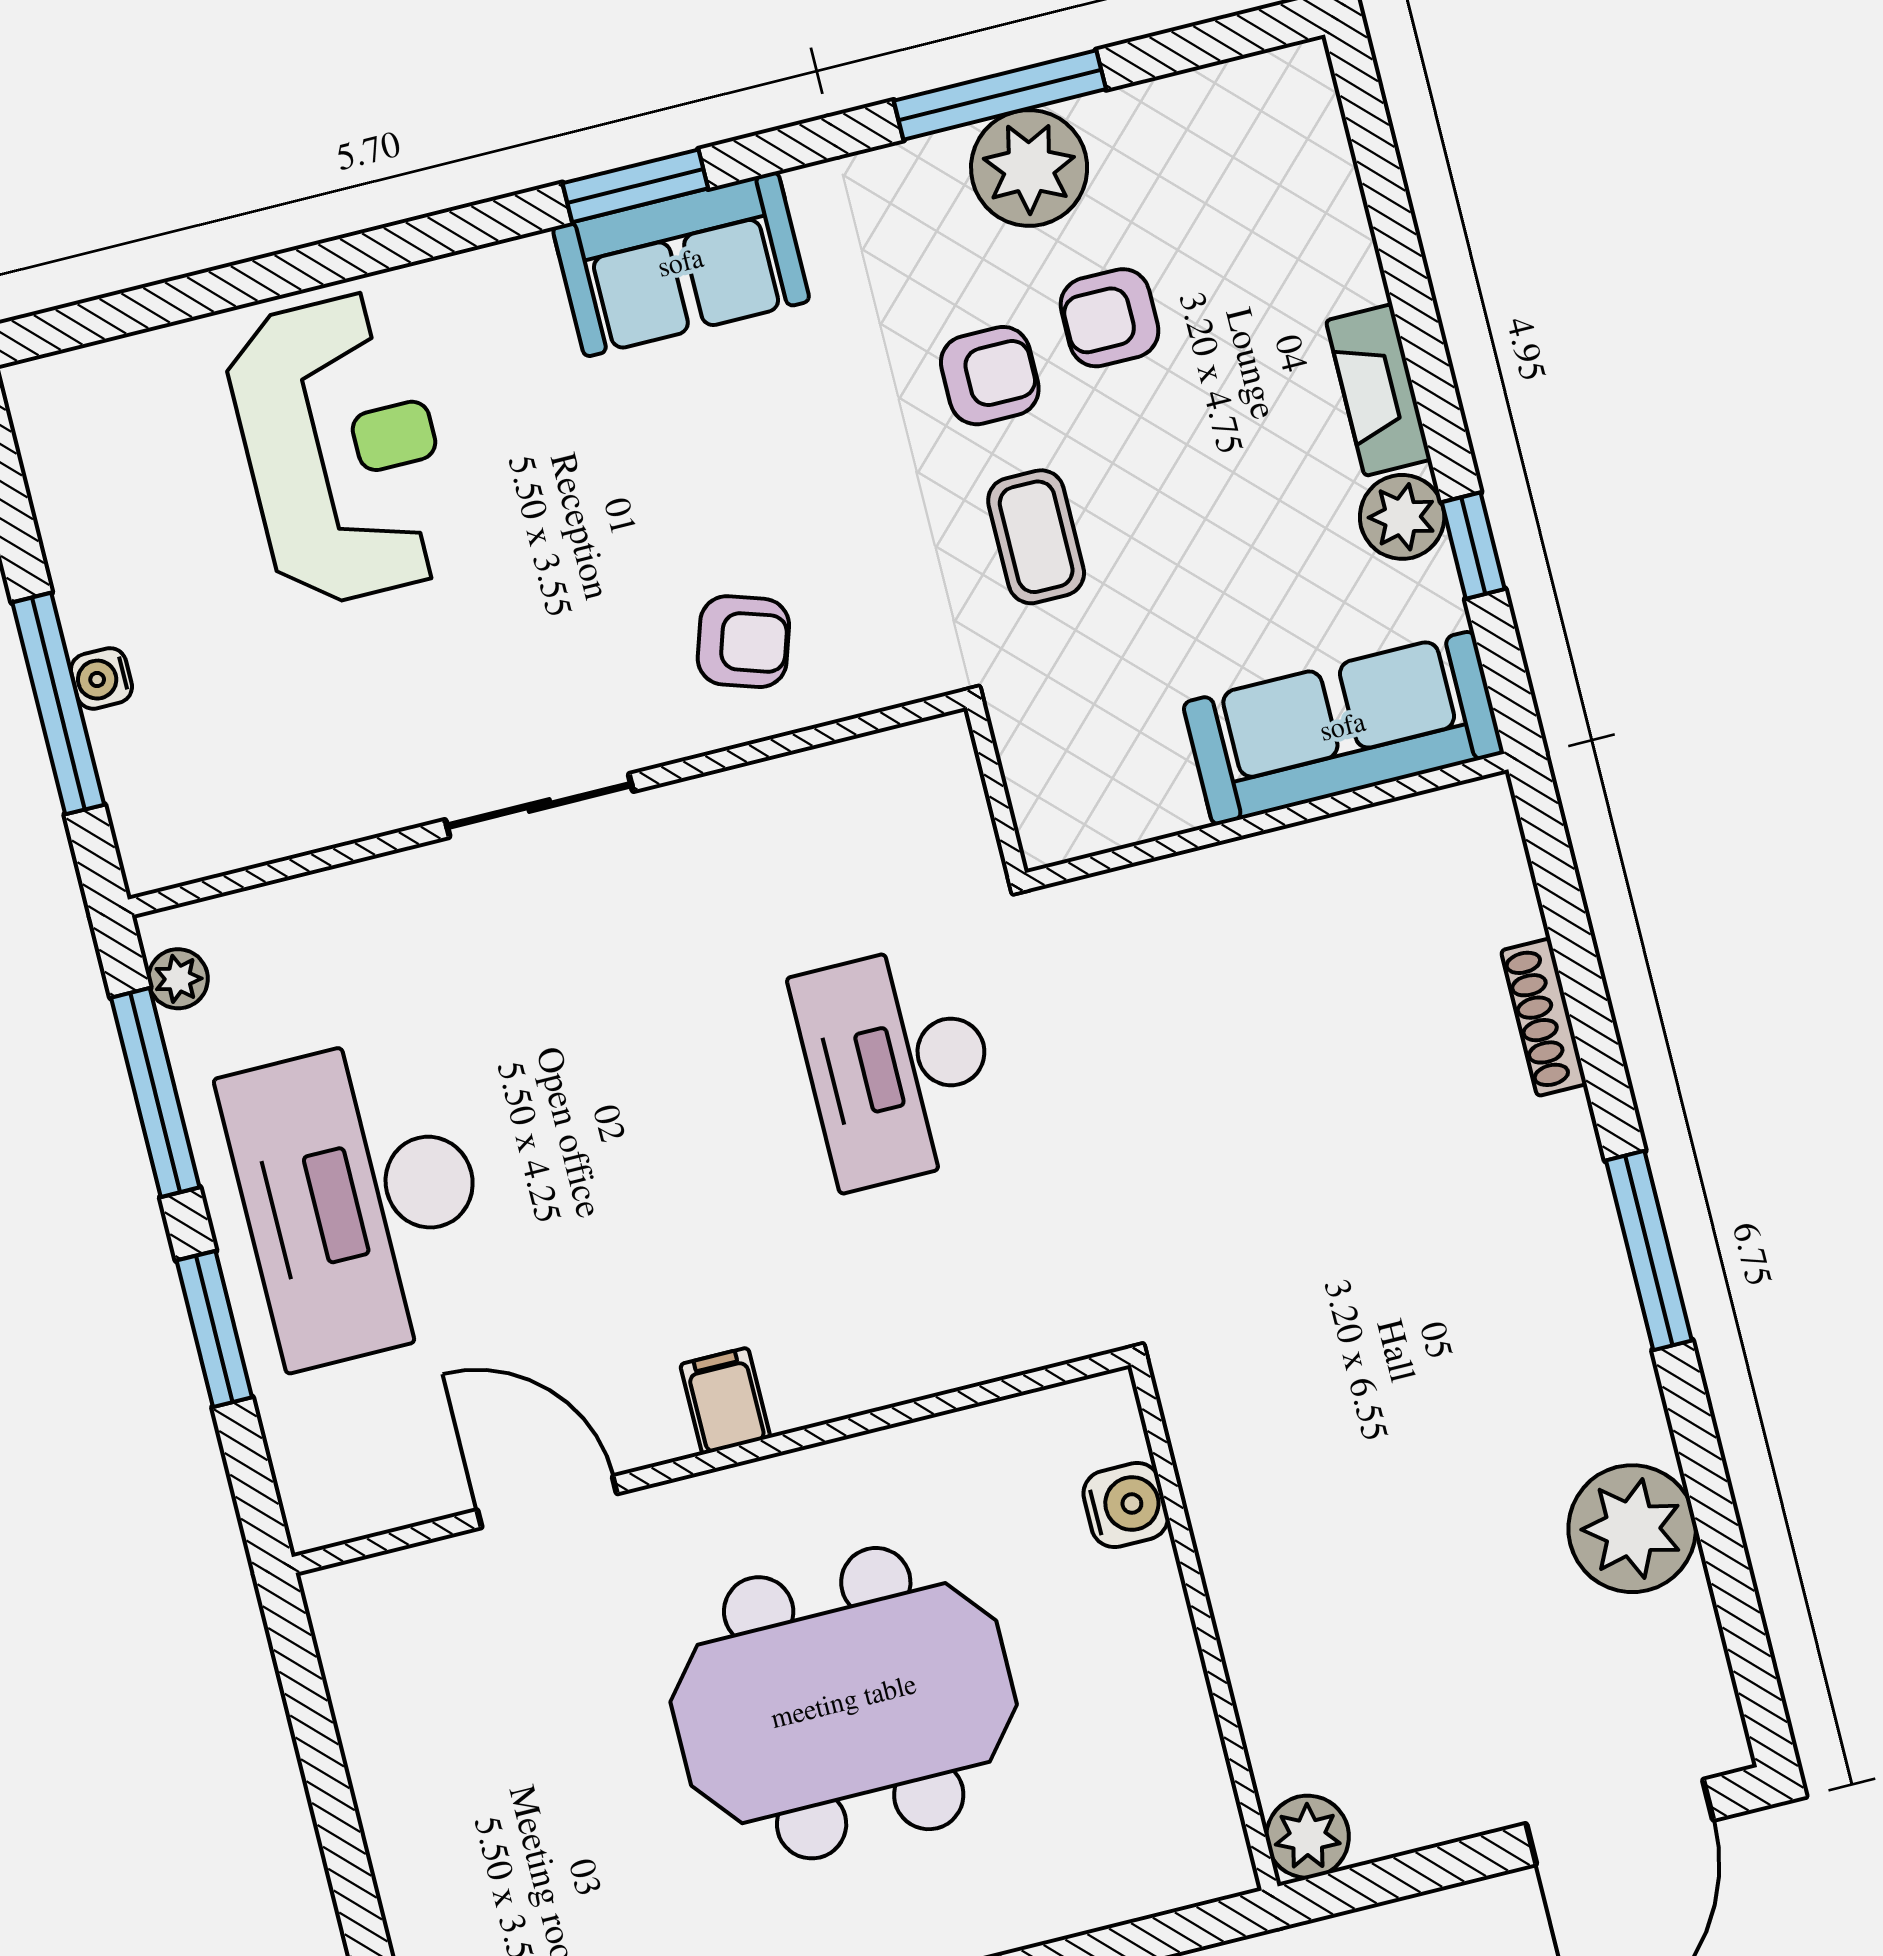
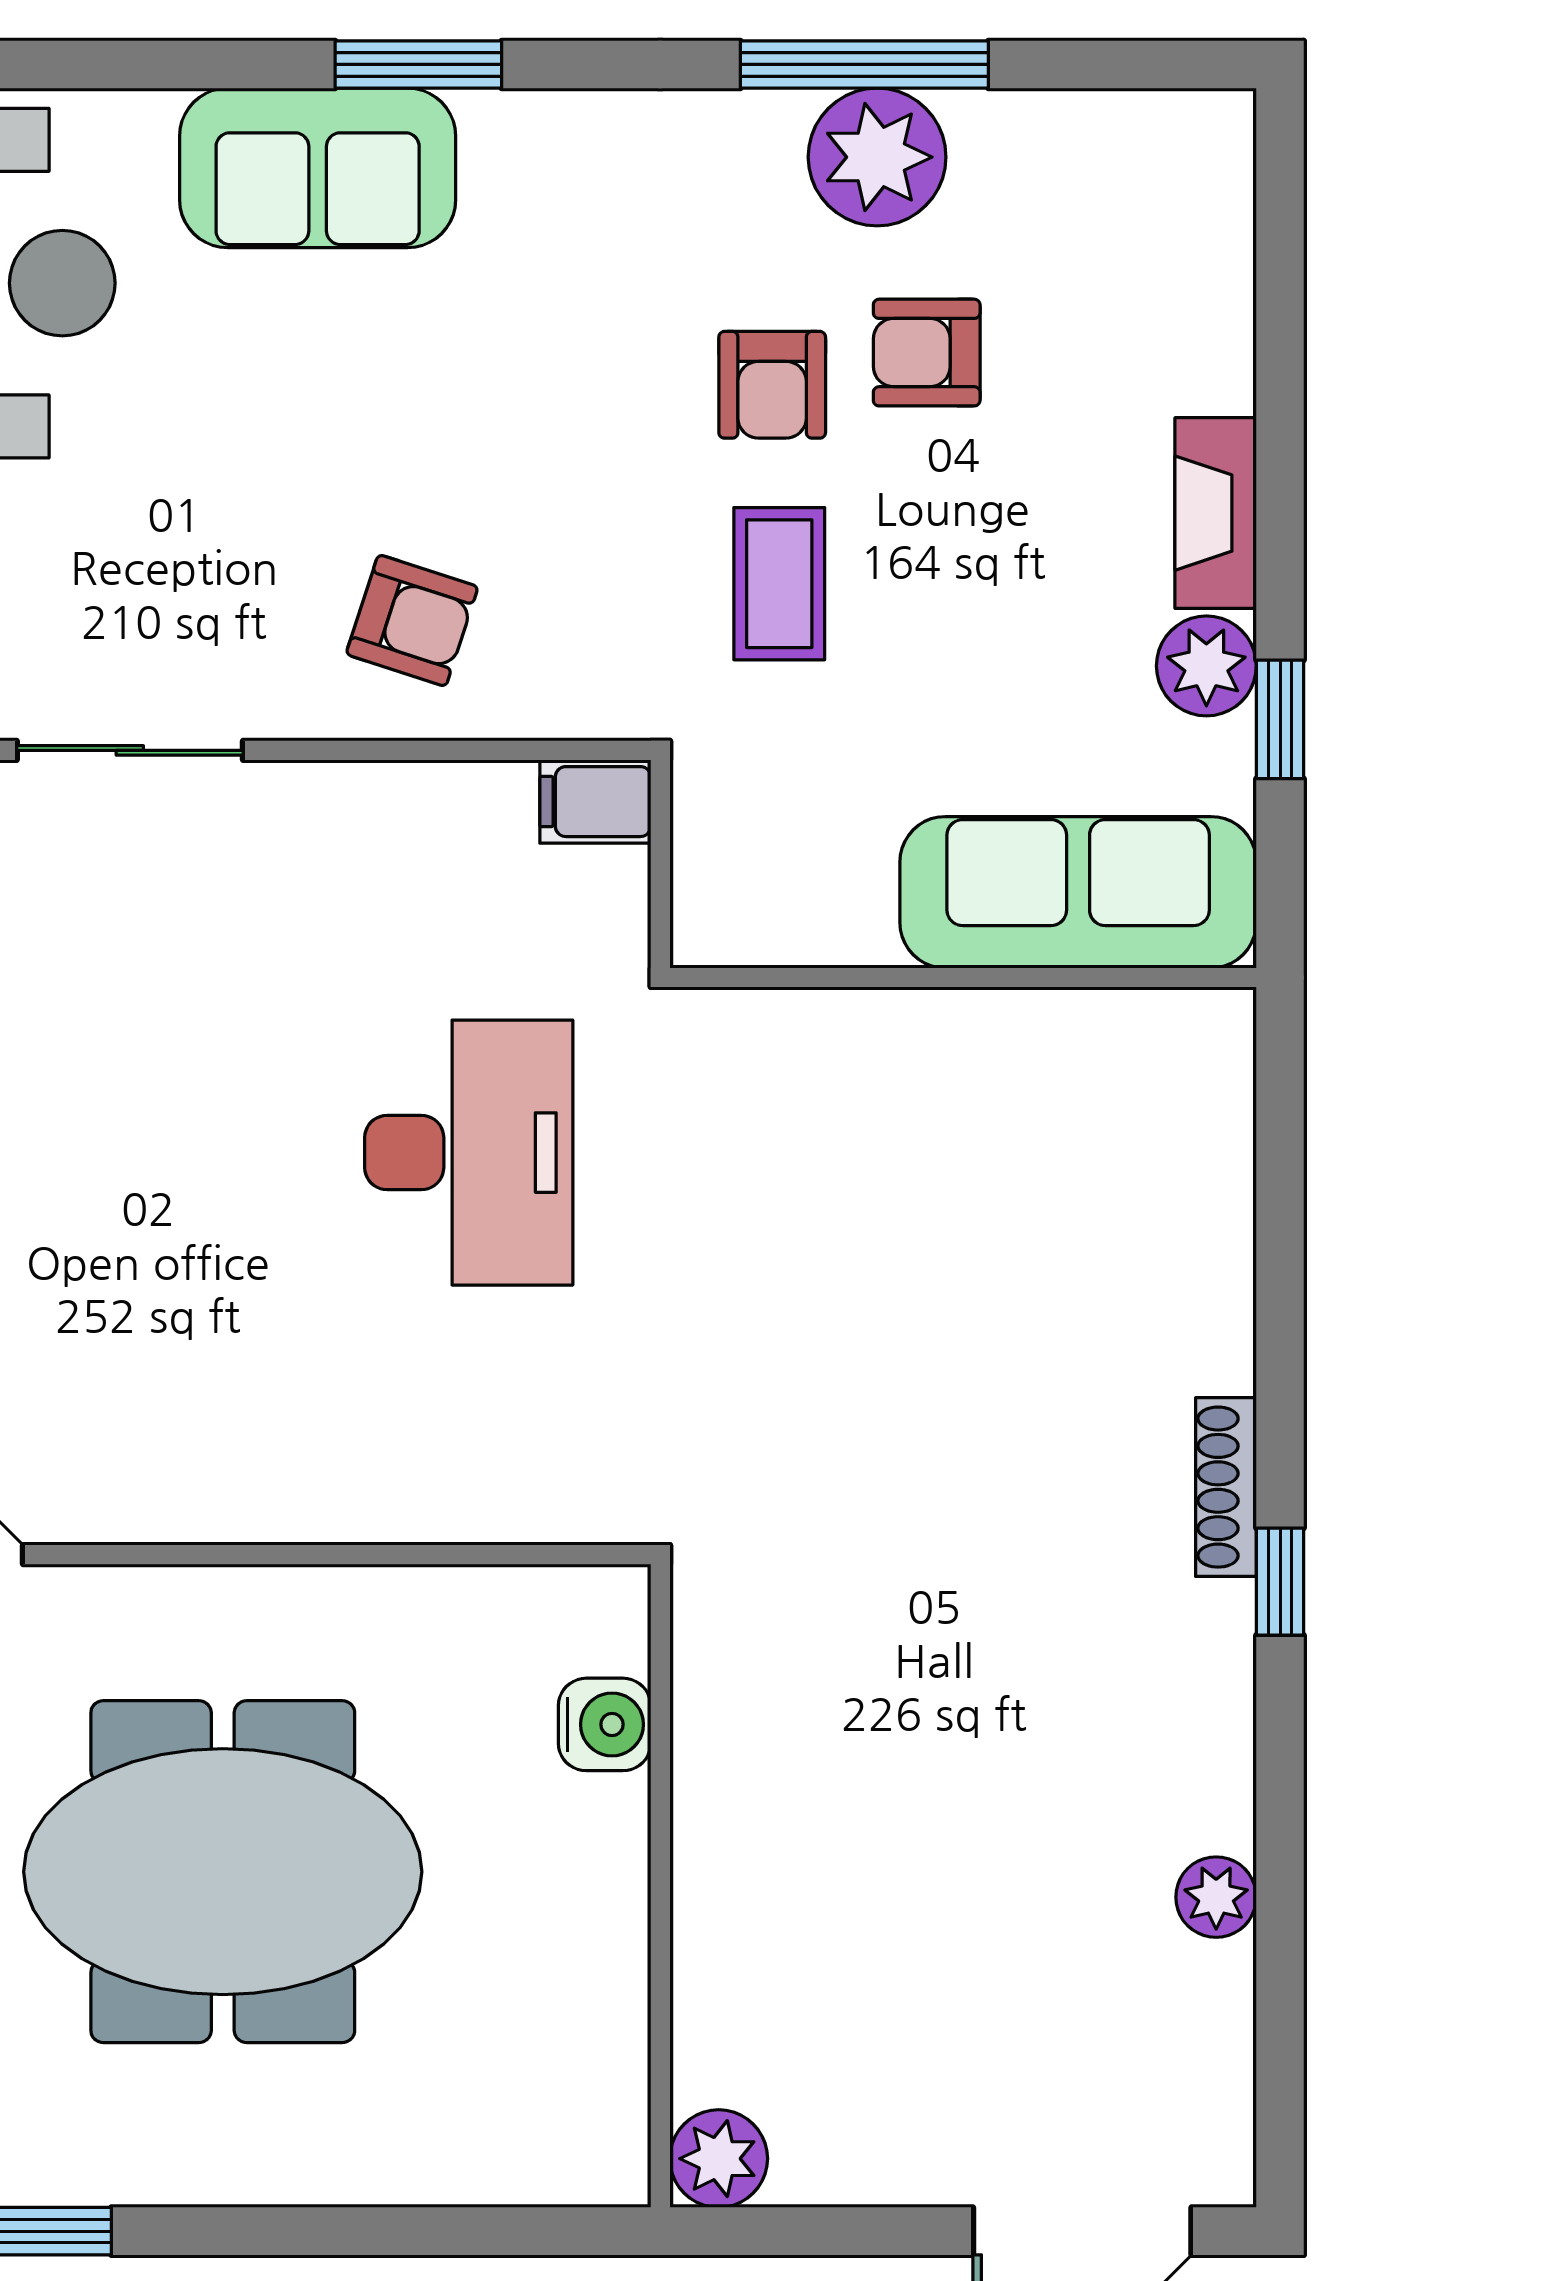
sofa: (681, 264) -> (318, 168), moved
armchair: (990, 376) -> (772, 385), turned 90
shoe rack: (1544, 1017) -> (1226, 1487), moved
desk: (898, 1065) -> (469, 1153), turned 180
window: (1649, 1251) -> (1280, 1582), width x0.46
filing cabinet: (725, 1401) -> (595, 802), moved, turned -90
plant: (1632, 1529) -> (1216, 1897), width x0.53, depth x0.53

